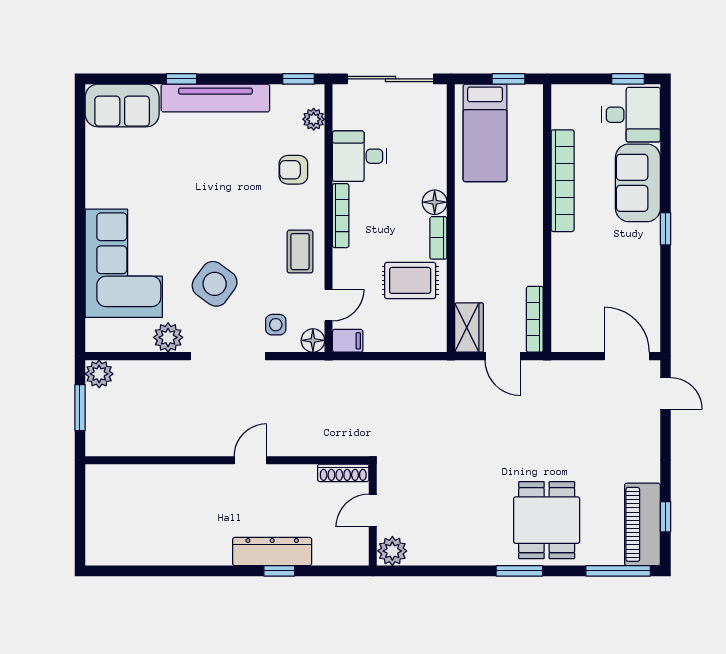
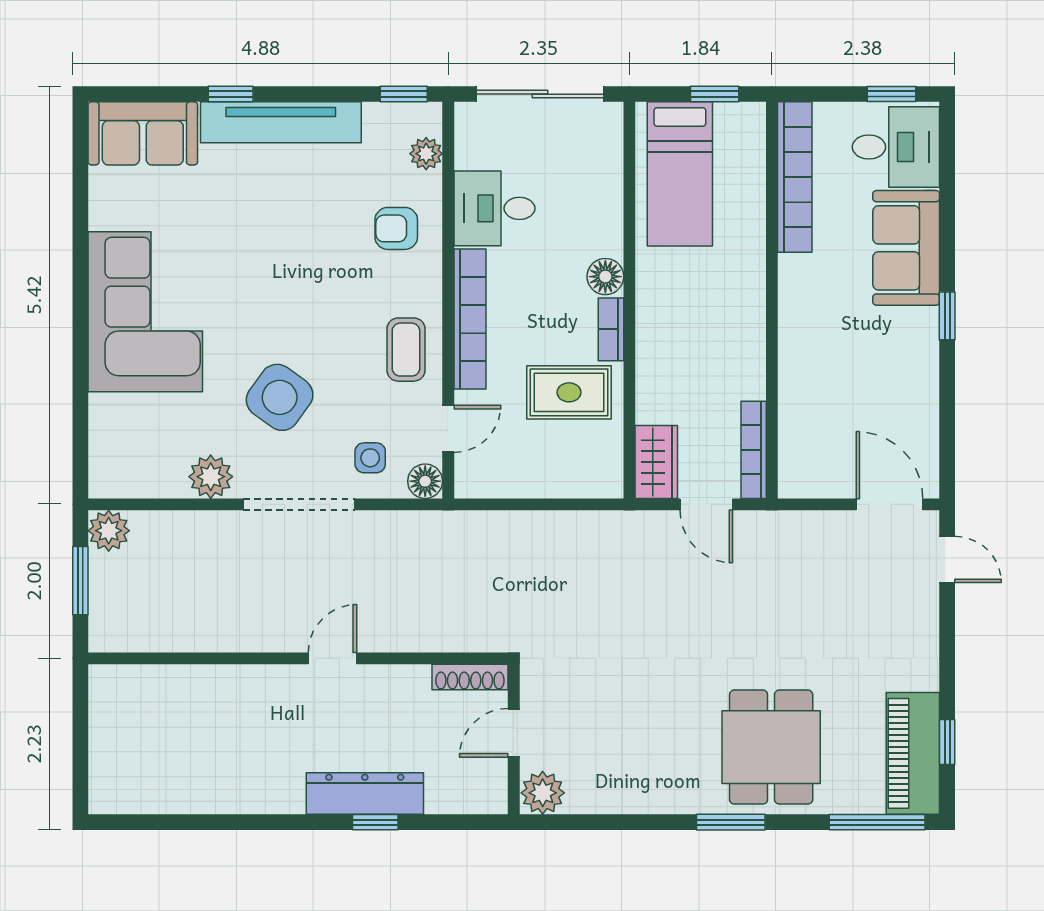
bookcase: (563, 181) -> (795, 177), moved
bookcase: (341, 216) -> (470, 319), width x1.48, depth x1.31
corner sofa: (124, 263) -> (145, 312), moved
filing cabinet: (348, 341) -> (477, 482), removed

